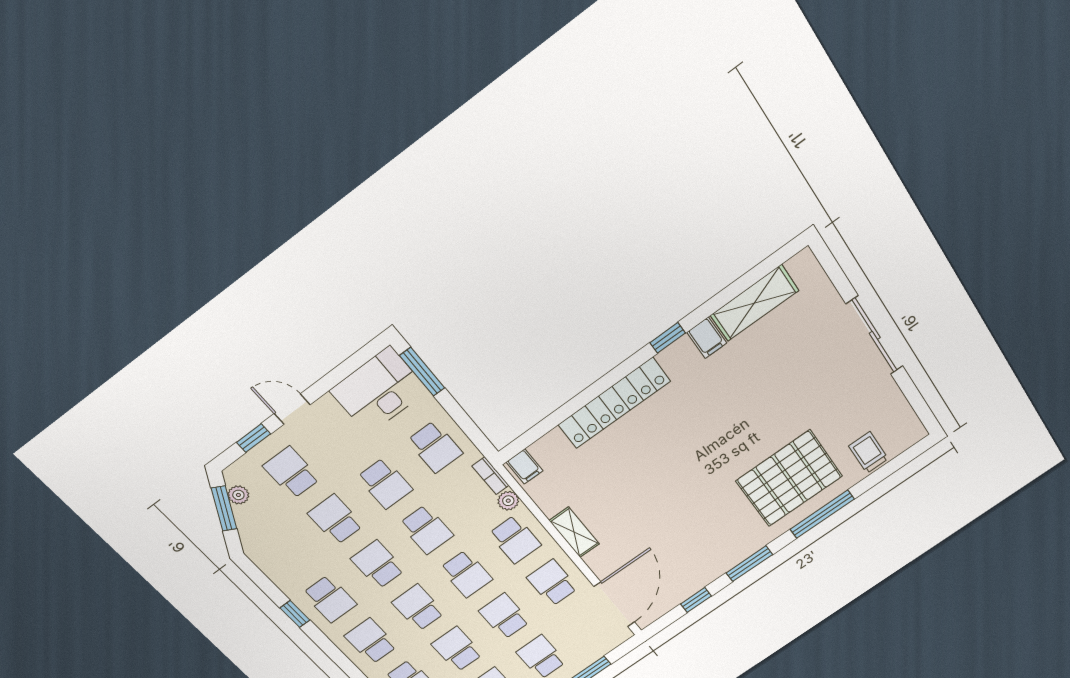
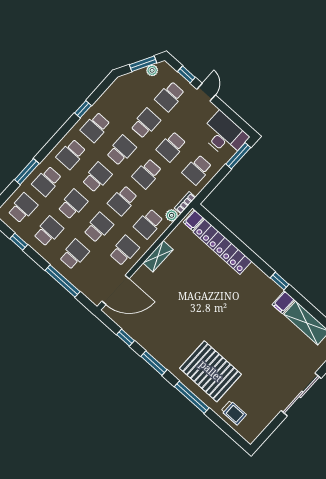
locker: (614, 403) -> (222, 247), moved
trolley: (868, 452) -> (234, 413), turned 90
school desk: (291, 472) -> (170, 96), turned 180
school desk: (371, 641) -> (71, 154), turned 180

